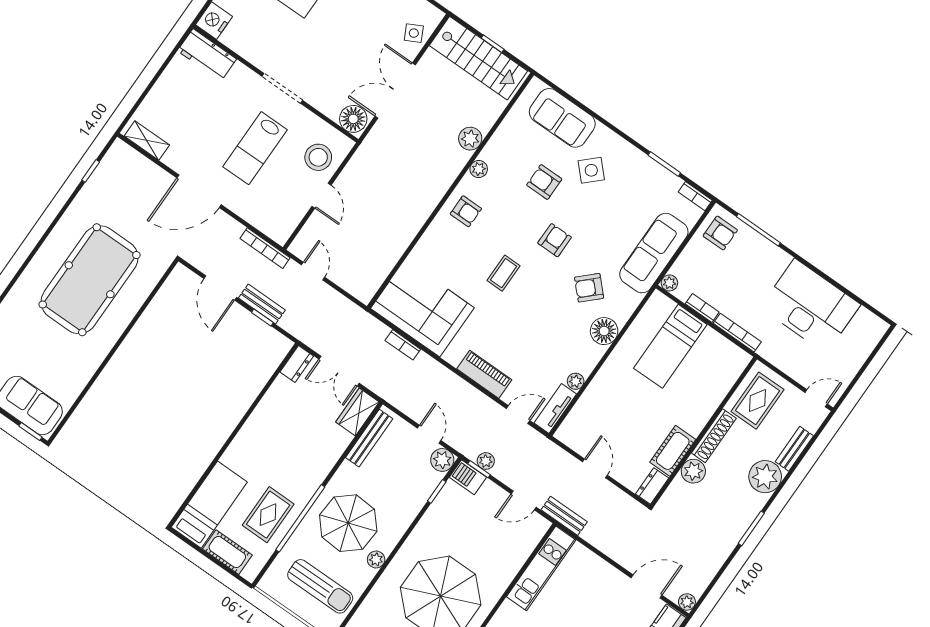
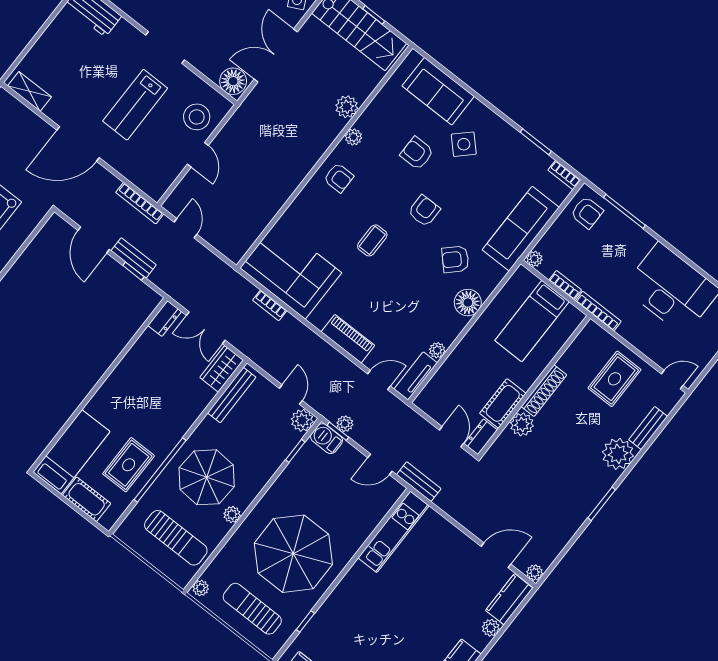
wall: (704, 432) -> (534, 386), moved
shoe rack: (714, 436) -> (544, 391), moved
cot: (673, 451) -> (503, 403), moved
plant: (693, 471) -> (522, 424), moved
dresser: (652, 486) -> (481, 437), moved

